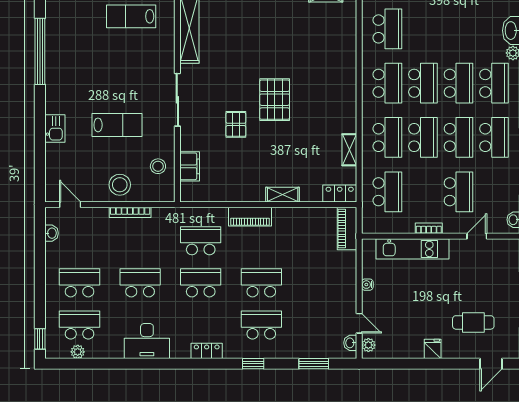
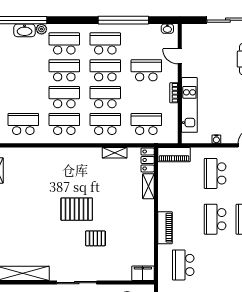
filing cabinet: (190, 166) -> (143, 273), moved
shelving: (283, 195) -> (148, 186), moved
school desk: (201, 283) -> (215, 173), moved

